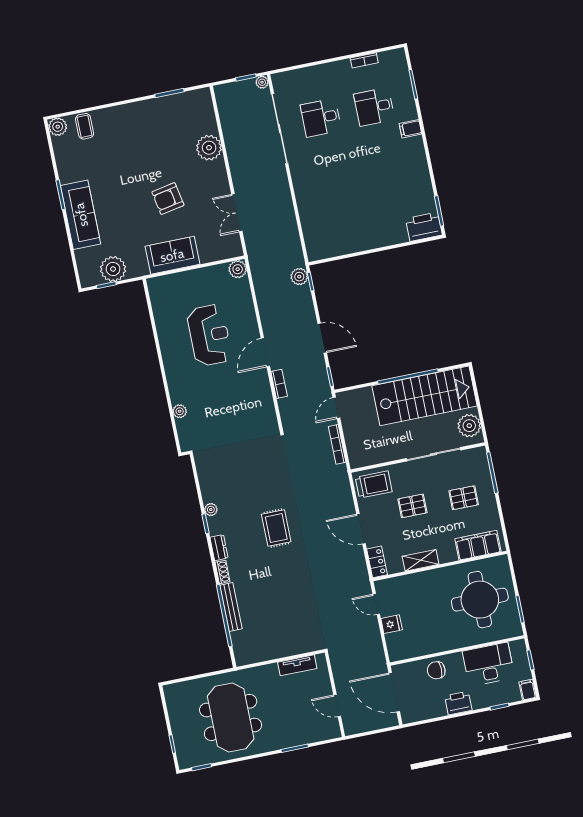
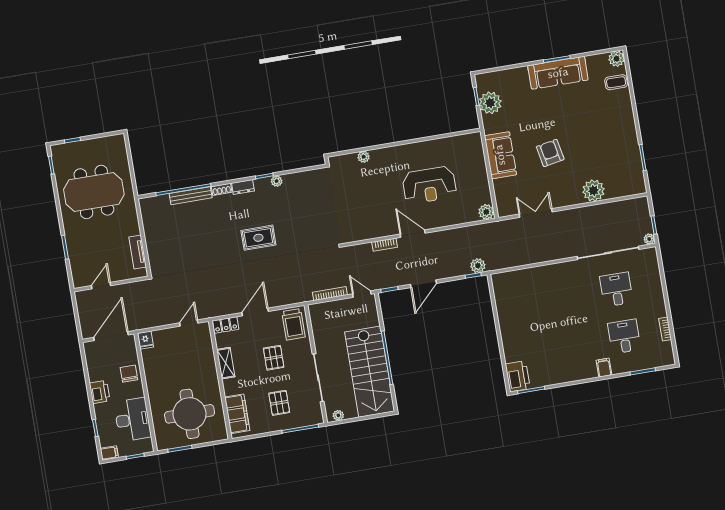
sofa: (81, 215) -> (558, 73), moved
plant: (469, 426) -> (338, 415), width x0.53, depth x0.53
fridge: (392, 624) -> (145, 340), moved

